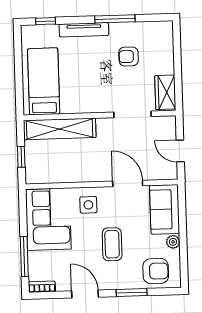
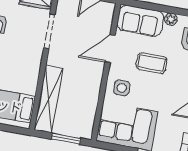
window: (21, 157) -> (66, 139), width x1.50
coffee table: (112, 244) -> (152, 63), moved

